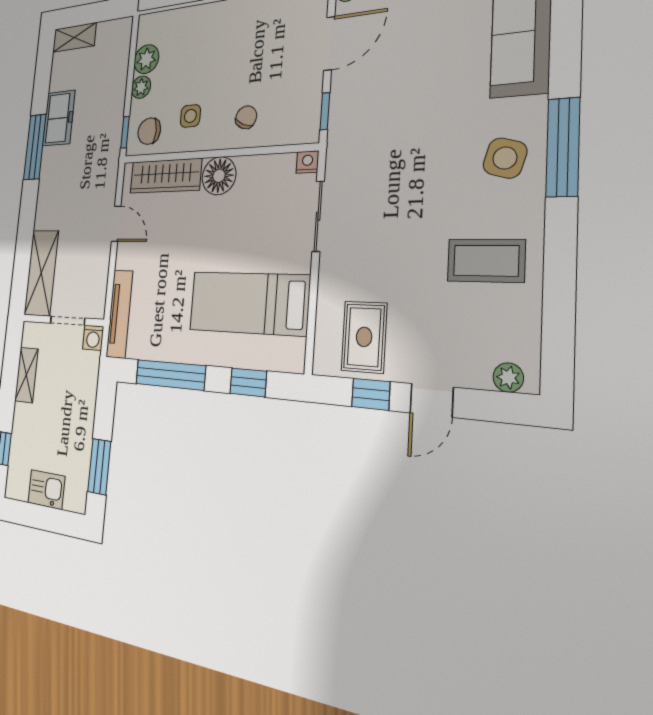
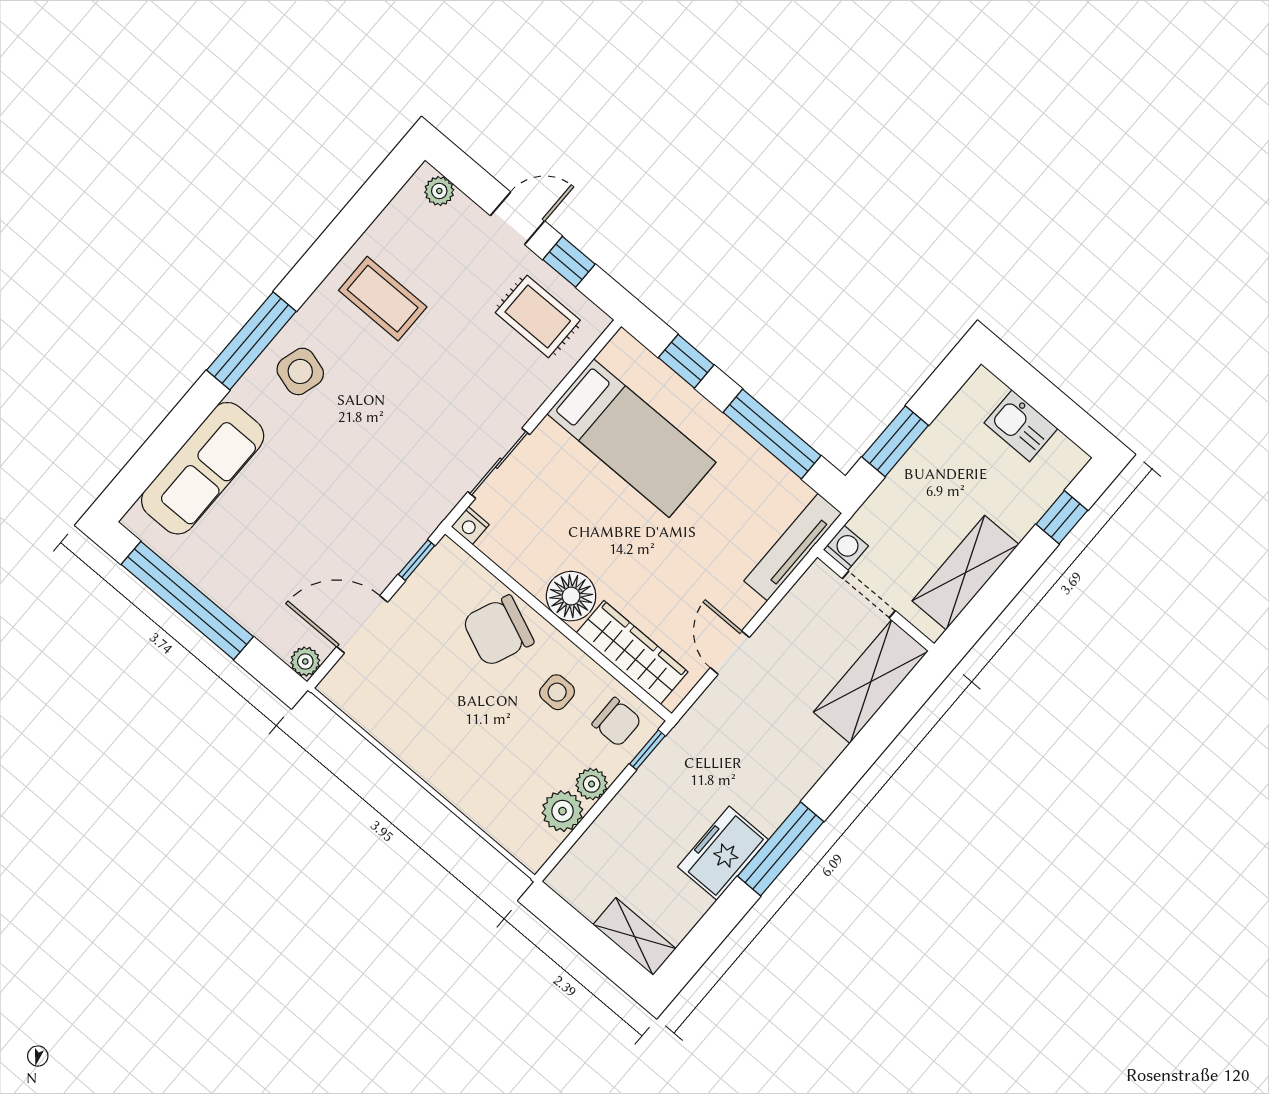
chair: (246, 117) -> (498, 631), width x1.87, depth x1.87
rug: (364, 337) -> (538, 316), turned 90
shelving: (26, 375) -> (965, 573), width x1.50, depth x1.33
window: (99, 467) -> (895, 441), moved

